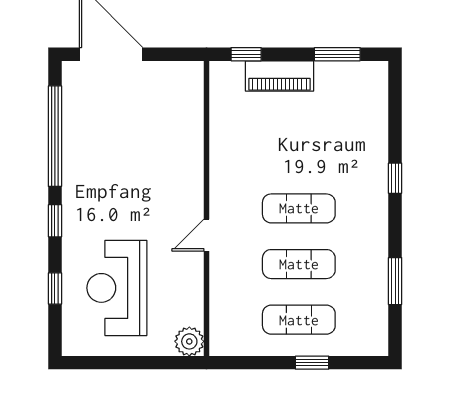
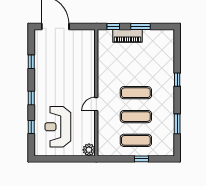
window: (337, 54) -> (140, 27), moved
window: (55, 136) -> (31, 62), width x0.32

